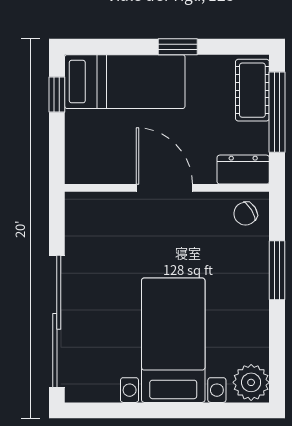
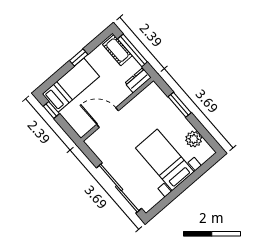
door: (164, 188) -> (108, 118), moved
chair: (245, 214) -> (152, 95), removed
plant: (251, 382) -> (194, 139), moved

